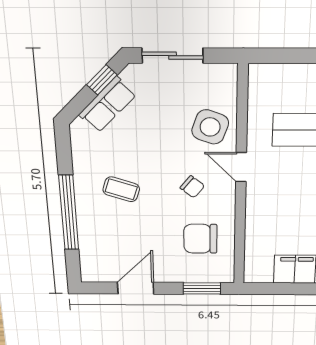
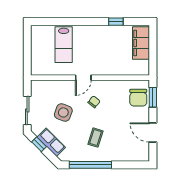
side table: (210, 127) -> (63, 112), moved
window: (69, 213) -> (90, 165), moved
chair: (200, 239) -> (138, 98), moved

